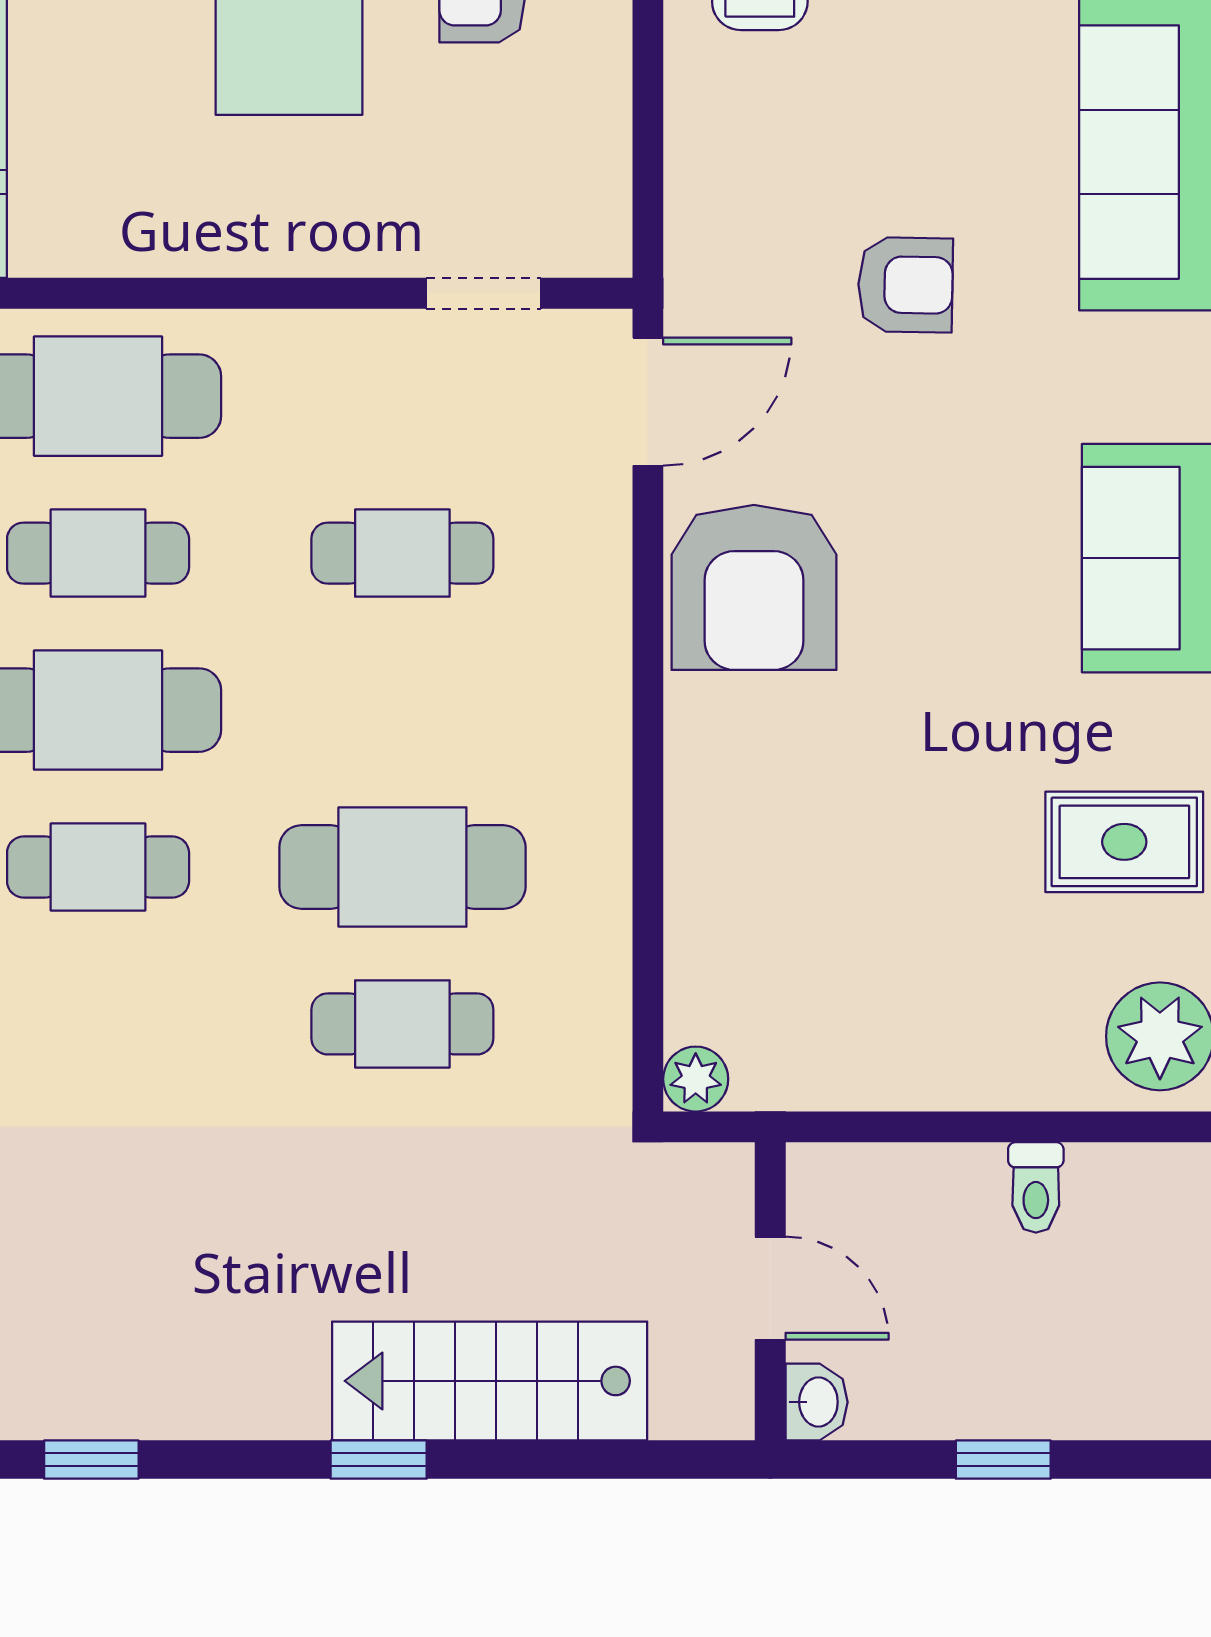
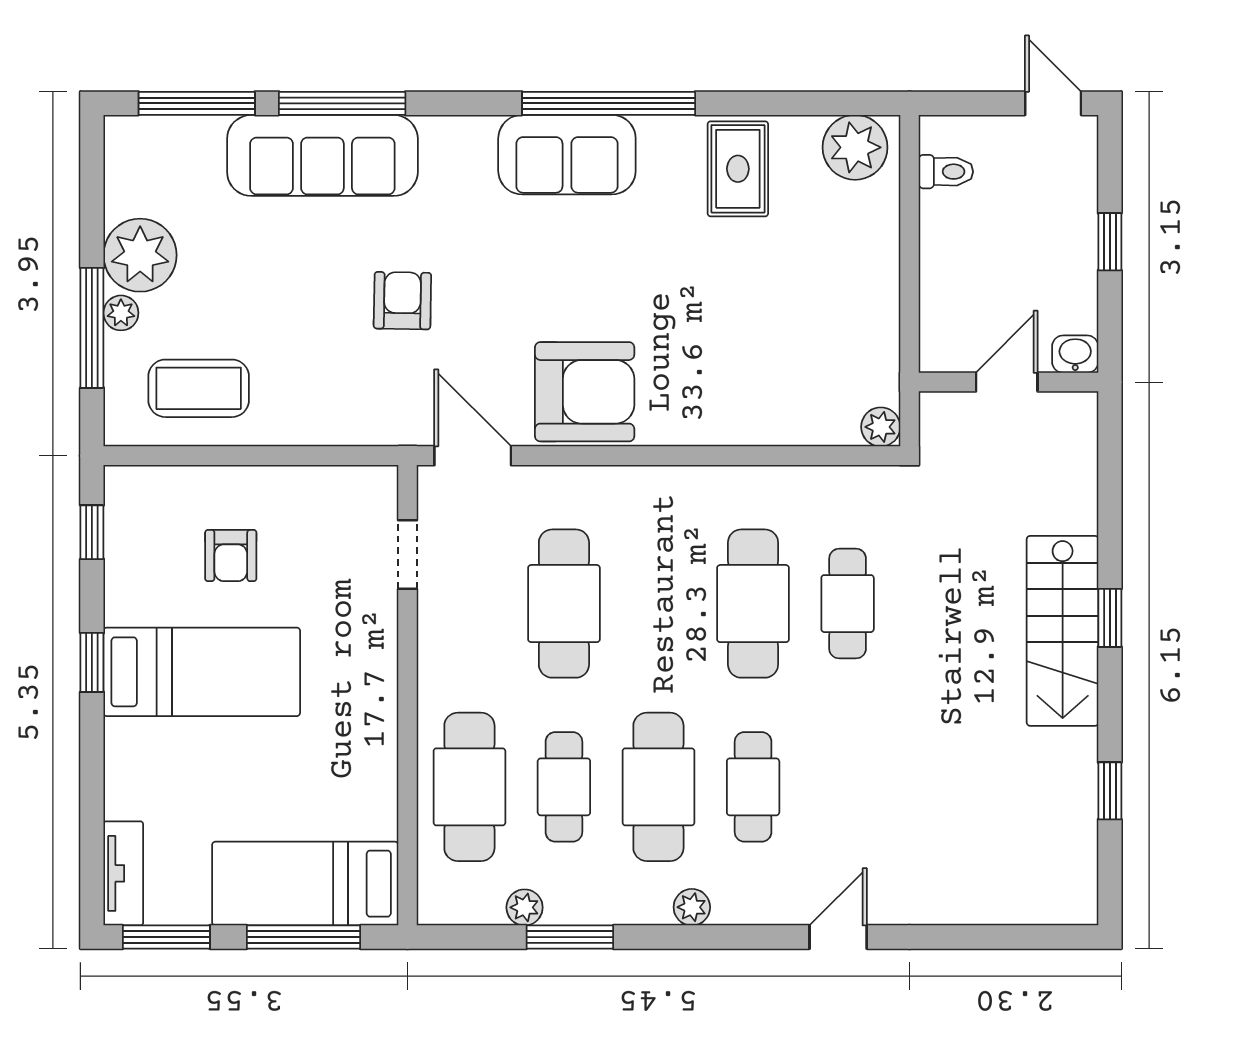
cafe table: (402, 553) -> (564, 604), width x1.37, depth x1.35
toilet: (1036, 1187) -> (946, 172), moved
stairs: (490, 1381) -> (1063, 631), moved

